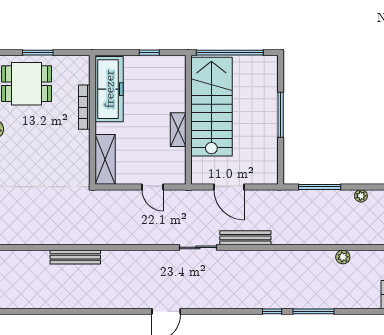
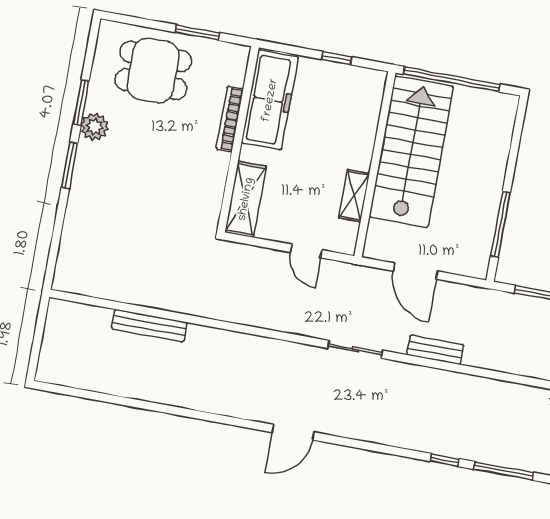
window: (38, 53) -> (197, 33), moved
window: (281, 115) -> (500, 224), moved
shelving: (178, 130) -> (354, 196), moved
bench: (245, 238) -> (435, 350), width x0.73
bench: (75, 257) -> (149, 326), moved

